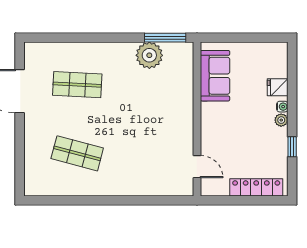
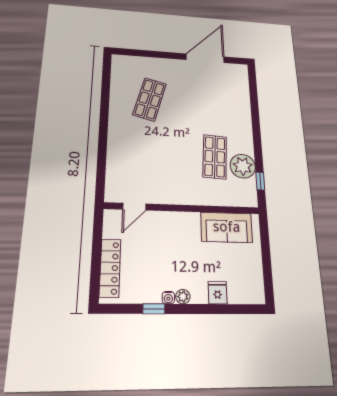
window: (165, 38) -> (260, 181), width x0.46
shop shelf: (77, 85) -> (215, 157), moved
water cooler: (282, 107) -> (168, 298), moved

